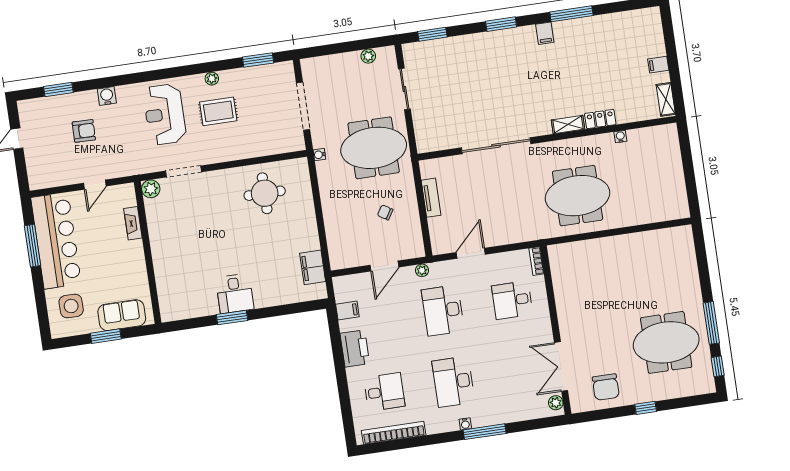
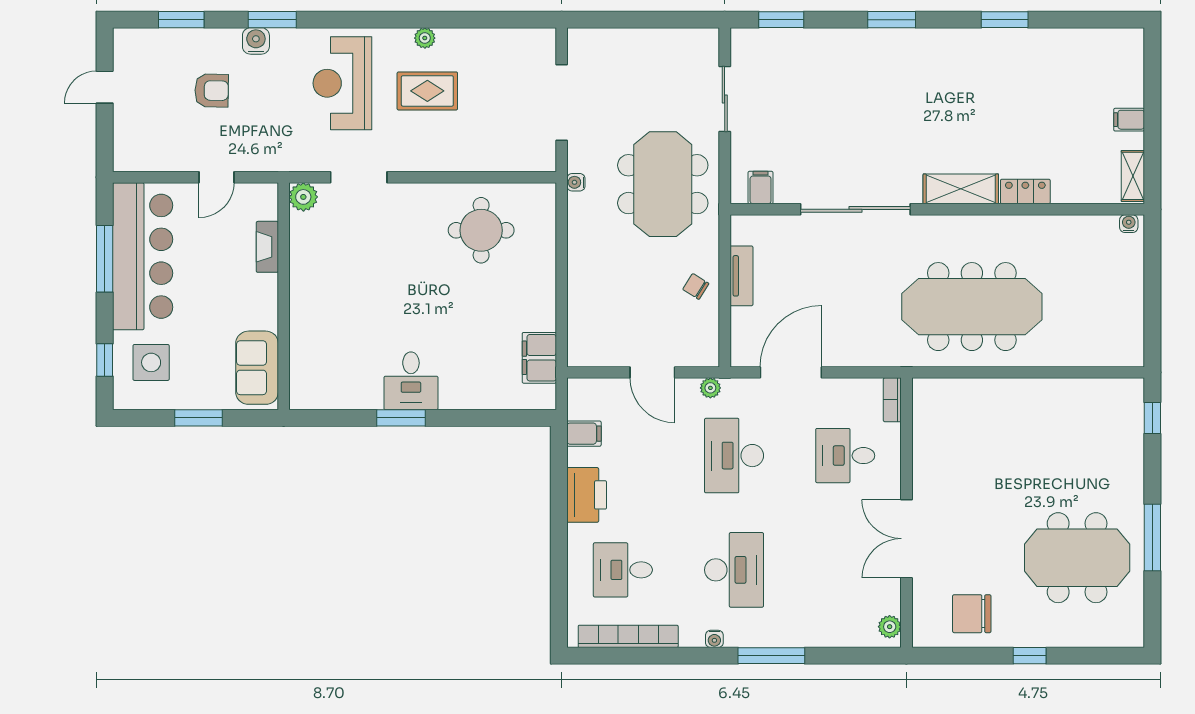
window: (571, 14) -> (1005, 20), width x0.69
filing cabinet: (545, 33) -> (761, 188), moved, turned 180
plant: (368, 56) -> (676, 39), removed
window: (258, 60) -> (272, 20), moved
shelving: (568, 125) -> (961, 189), width x1.50, depth x1.33
water cooler: (620, 137) -> (1129, 224), moved
meeting table: (374, 148) -> (663, 184), turned 90
meeting table: (578, 196) -> (972, 307), width x1.36
chair: (385, 212) -> (696, 286), moved
door: (471, 253) -> (791, 372), width x1.36
door: (384, 266) -> (652, 372), hinge flipped
window: (42, 309) -> (105, 360), added
sofa: (122, 315) -> (257, 368), moved, turned -90
double door: (561, 366) -> (906, 539), moved
window: (718, 366) -> (1152, 418), moved
desk: (454, 382) -> (734, 570), turned 180
chair: (606, 387) -> (972, 614), turned 90
desk: (384, 392) -> (623, 570), turned 180
water cooler: (465, 424) -> (714, 639), moved

